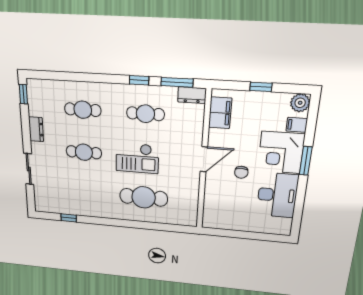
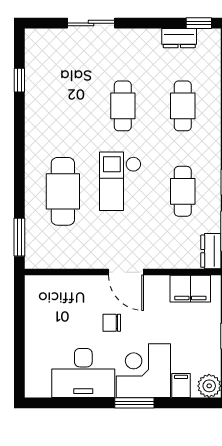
dresser: (36, 129) -> (179, 38), moved
window: (175, 228) -> (19, 237), added

